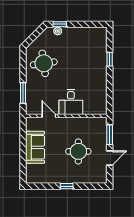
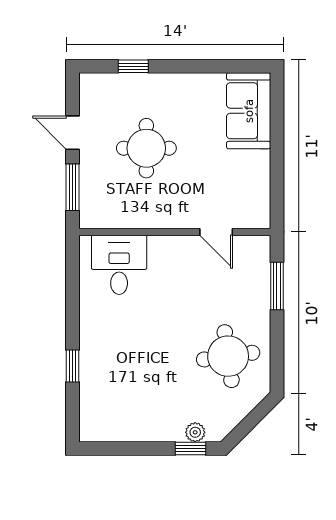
desk: (71, 102) -> (119, 265), moved
sofa: (35, 147) -> (249, 111), moved
door: (110, 158) -> (72, 133), hinge flipped
window: (67, 186) -> (133, 66), moved

